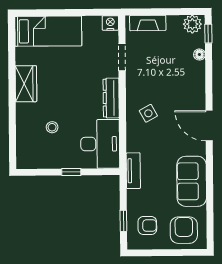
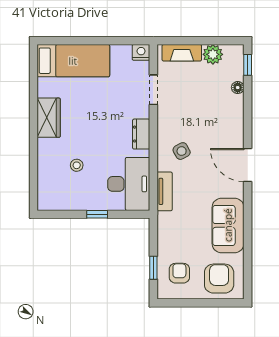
plant: (192, 24) -> (213, 54), moved
dresser: (111, 98) -> (141, 134), width x0.70
tv unit: (133, 171) -> (165, 191), moved
armchair: (147, 226) -> (179, 273), turned -90

